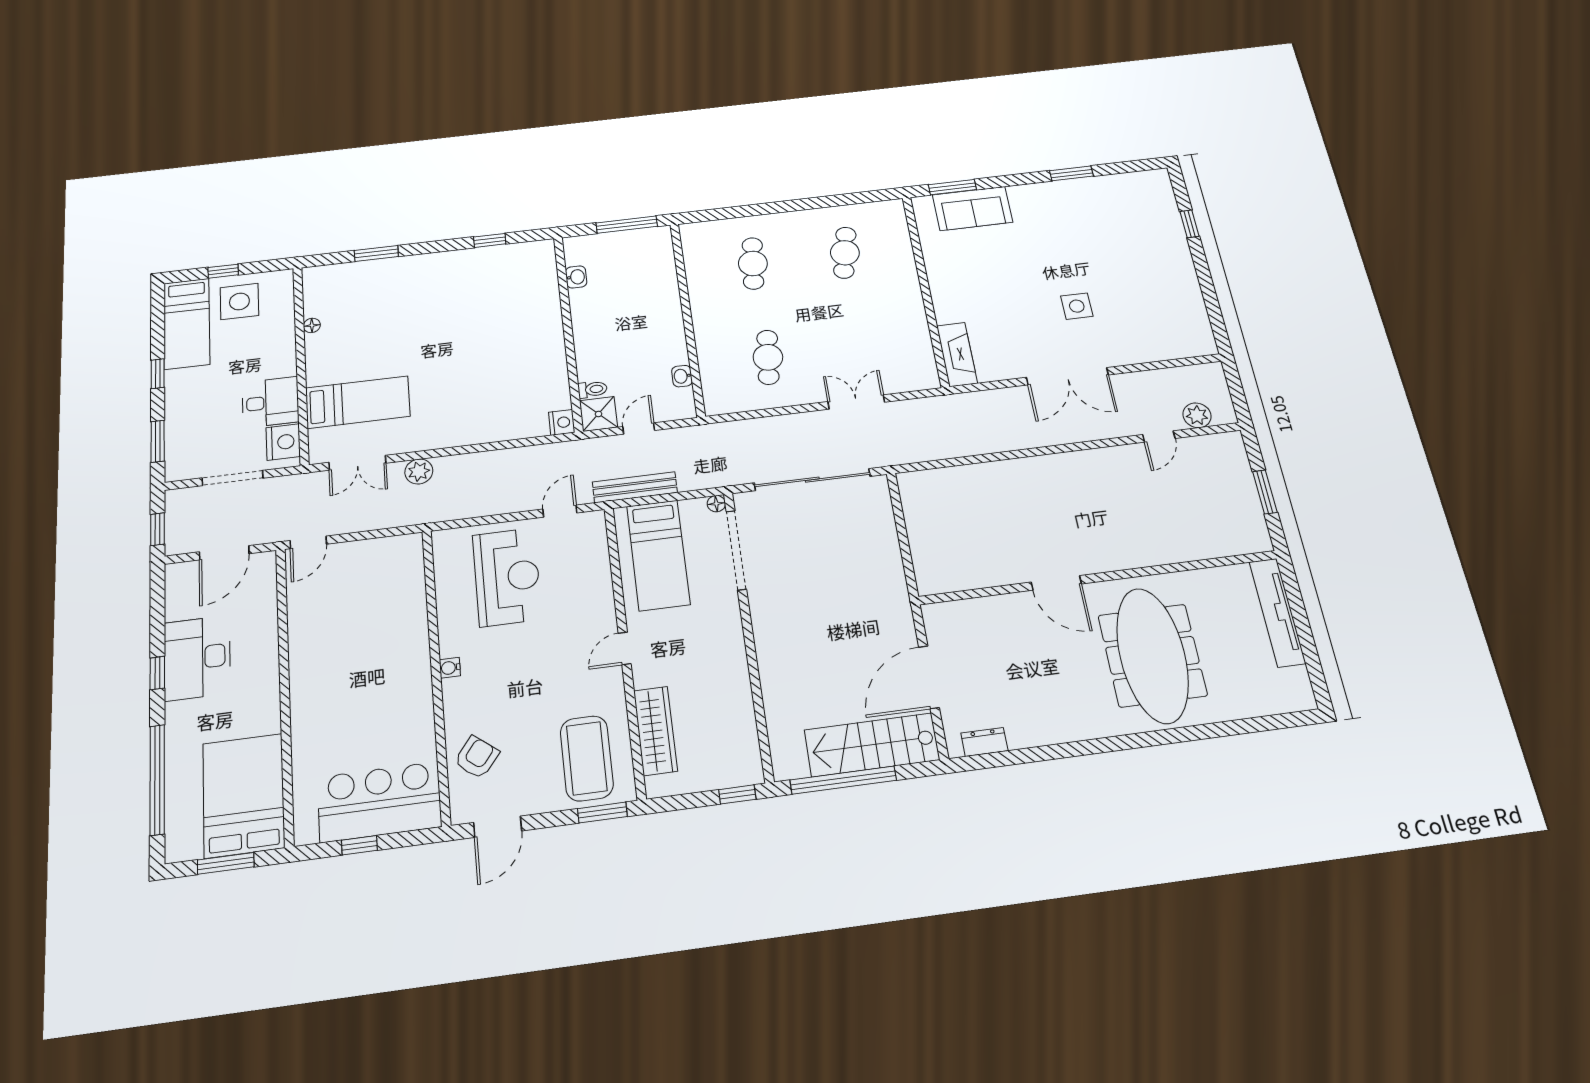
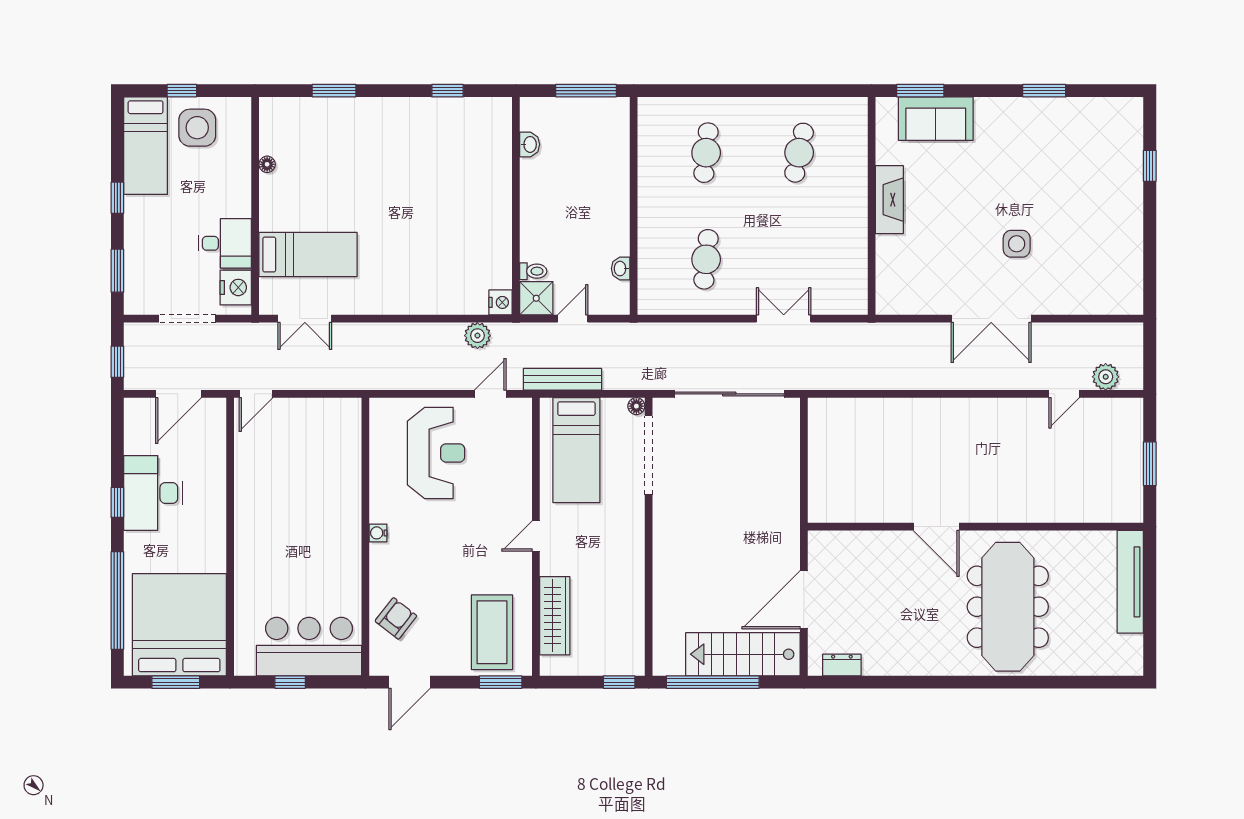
fireplace: (957, 354) -> (889, 200), moved
plant: (419, 471) -> (477, 336), moved
bed: (243, 795) -> (179, 625), width x1.36

